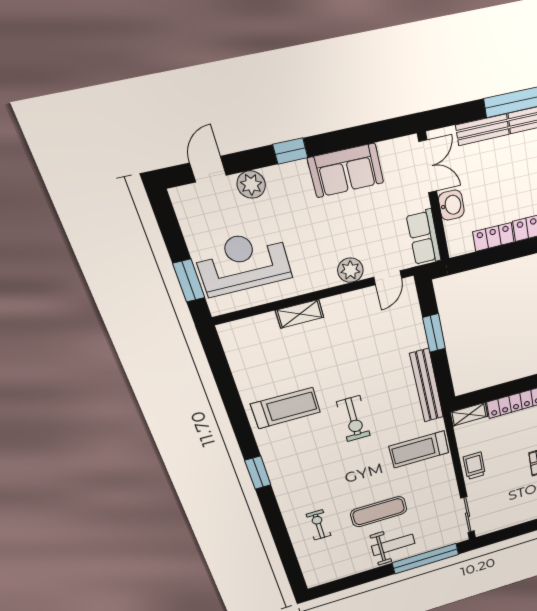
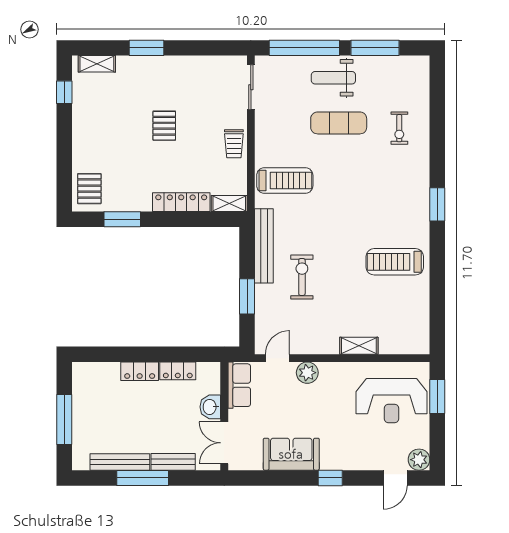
plant: (251, 185) -> (419, 460), moved
exercise bike: (354, 419) -> (302, 277), moved
window: (361, 578) -> (375, 48), added

